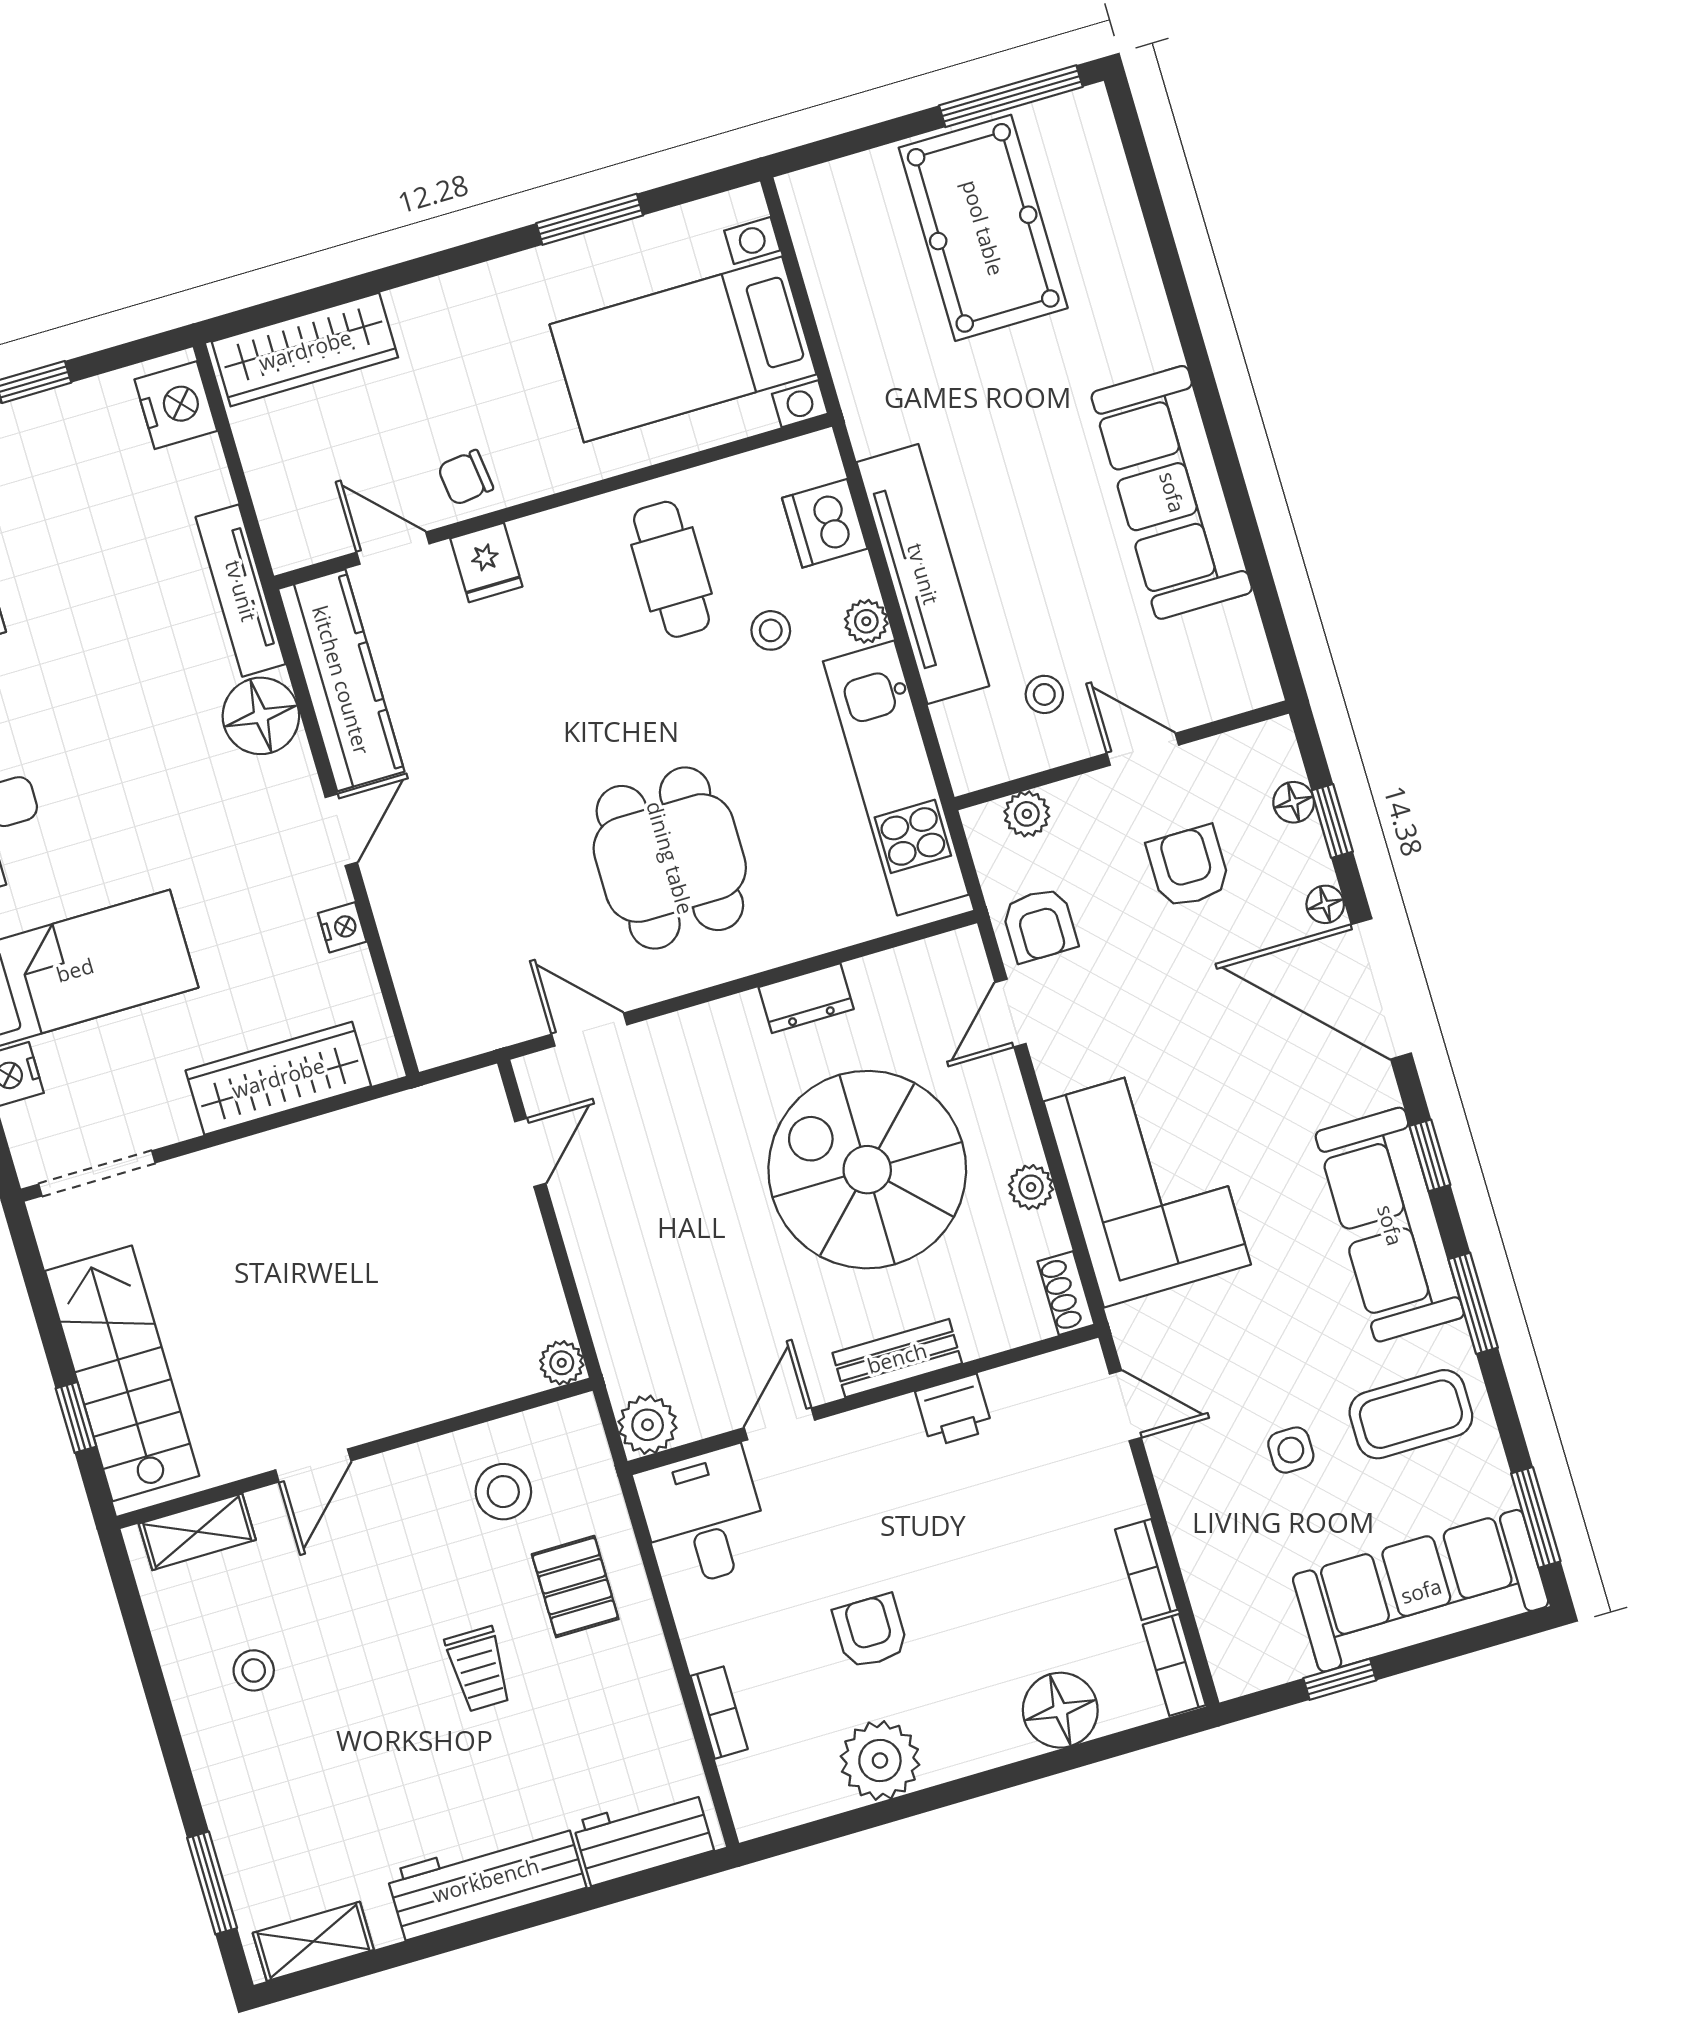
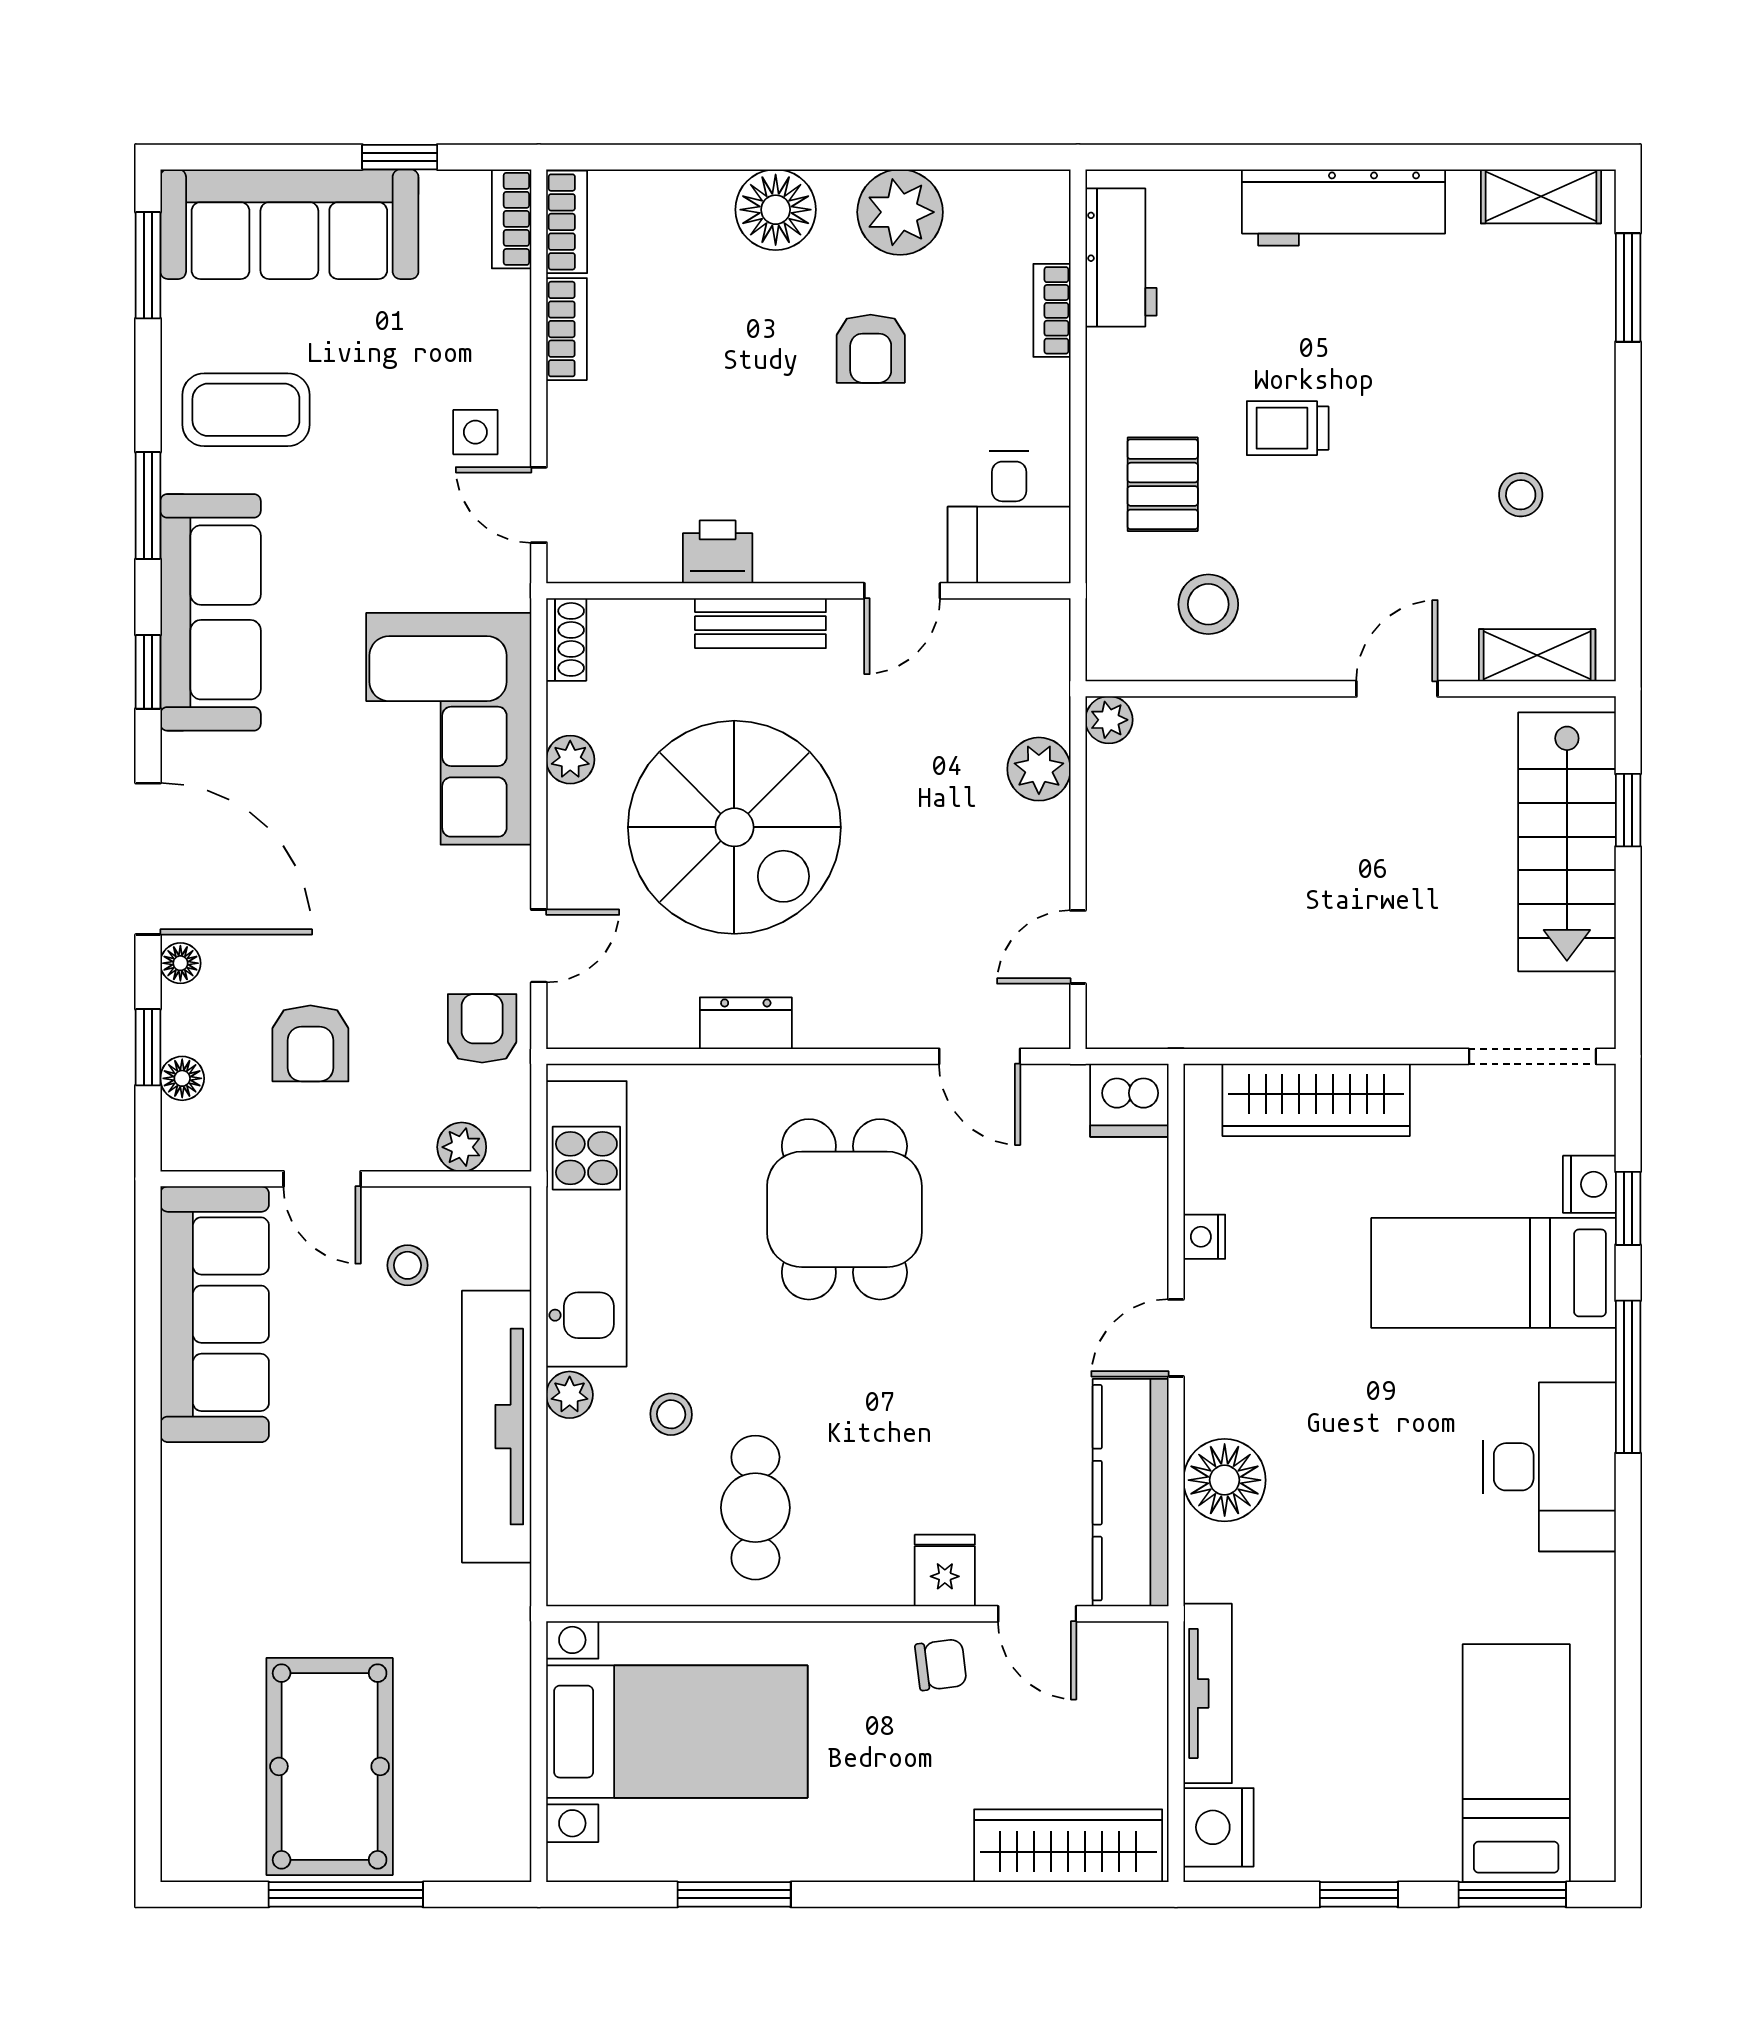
window: (1011, 96) -> (346, 1894), moved
sofa: (1172, 492) -> (215, 1314), moved
dishwasher: (825, 523) -> (1129, 1100), moved, turned 90
tv unit: (241, 591) -> (1208, 1693), moved
plant: (648, 1425) -> (1039, 769), moved
side table: (1291, 1450) -> (475, 432), moved
bookcase: (1224, 1653) -> (512, 219), added
trolley: (479, 1669) -> (1288, 428), turned -90
floor lamp: (1060, 1710) -> (776, 210), moved
workbench: (643, 1837) -> (1121, 258), moved, turned -90

